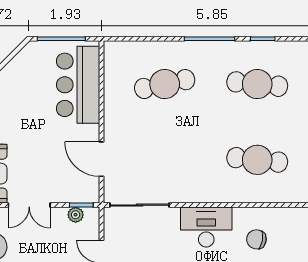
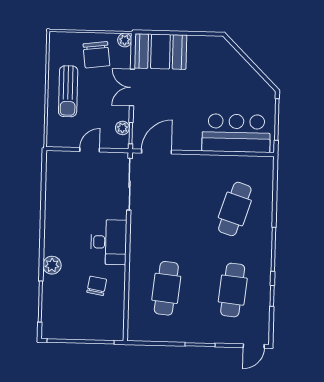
cafe table: (165, 84) -> (235, 209), turned 30
door: (101, 159) -> (157, 152), moved

